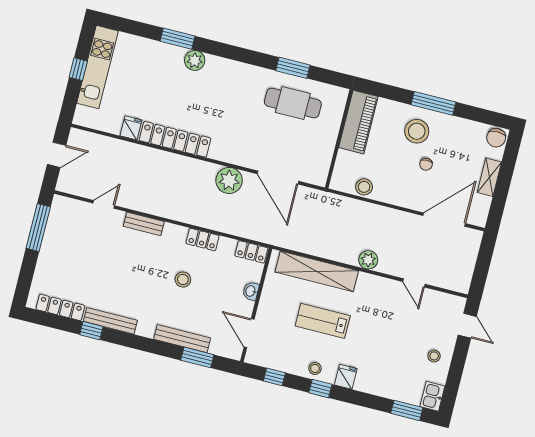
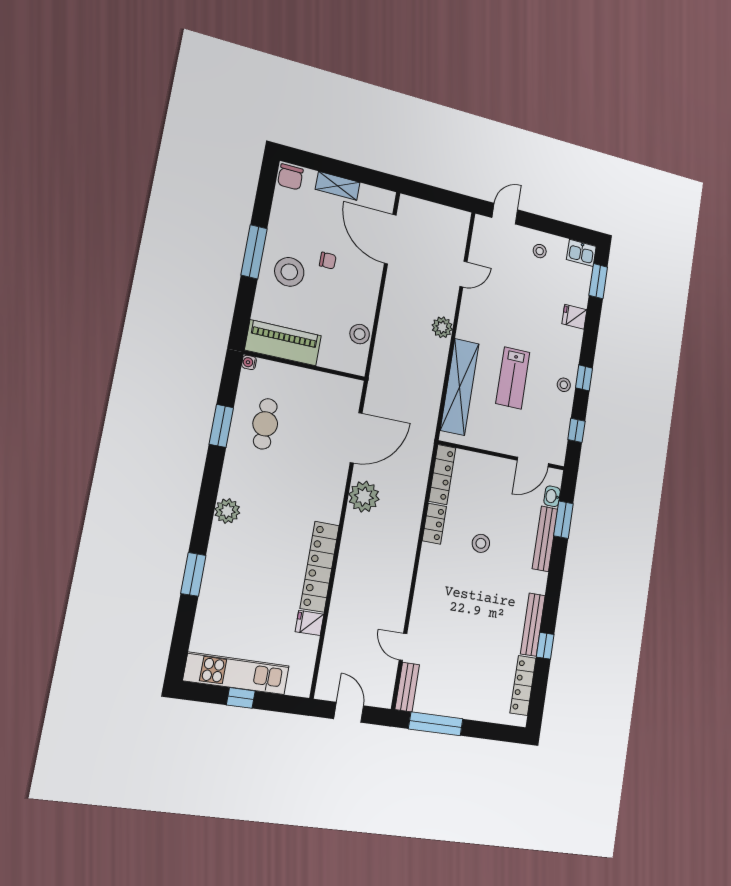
plant: (195, 60) -> (227, 511), moved
water cooler: (343, 93) -> (249, 362), added
cafe table: (293, 103) -> (265, 424), width x0.73, depth x0.74
chair: (496, 138) -> (290, 177), turned 90
bench: (144, 224) -> (407, 687), moved
locker: (251, 252) -> (442, 475), width x1.53
washbasin: (251, 291) -> (552, 496), moved, turned 90
fridge: (346, 377) -> (574, 317), moved

